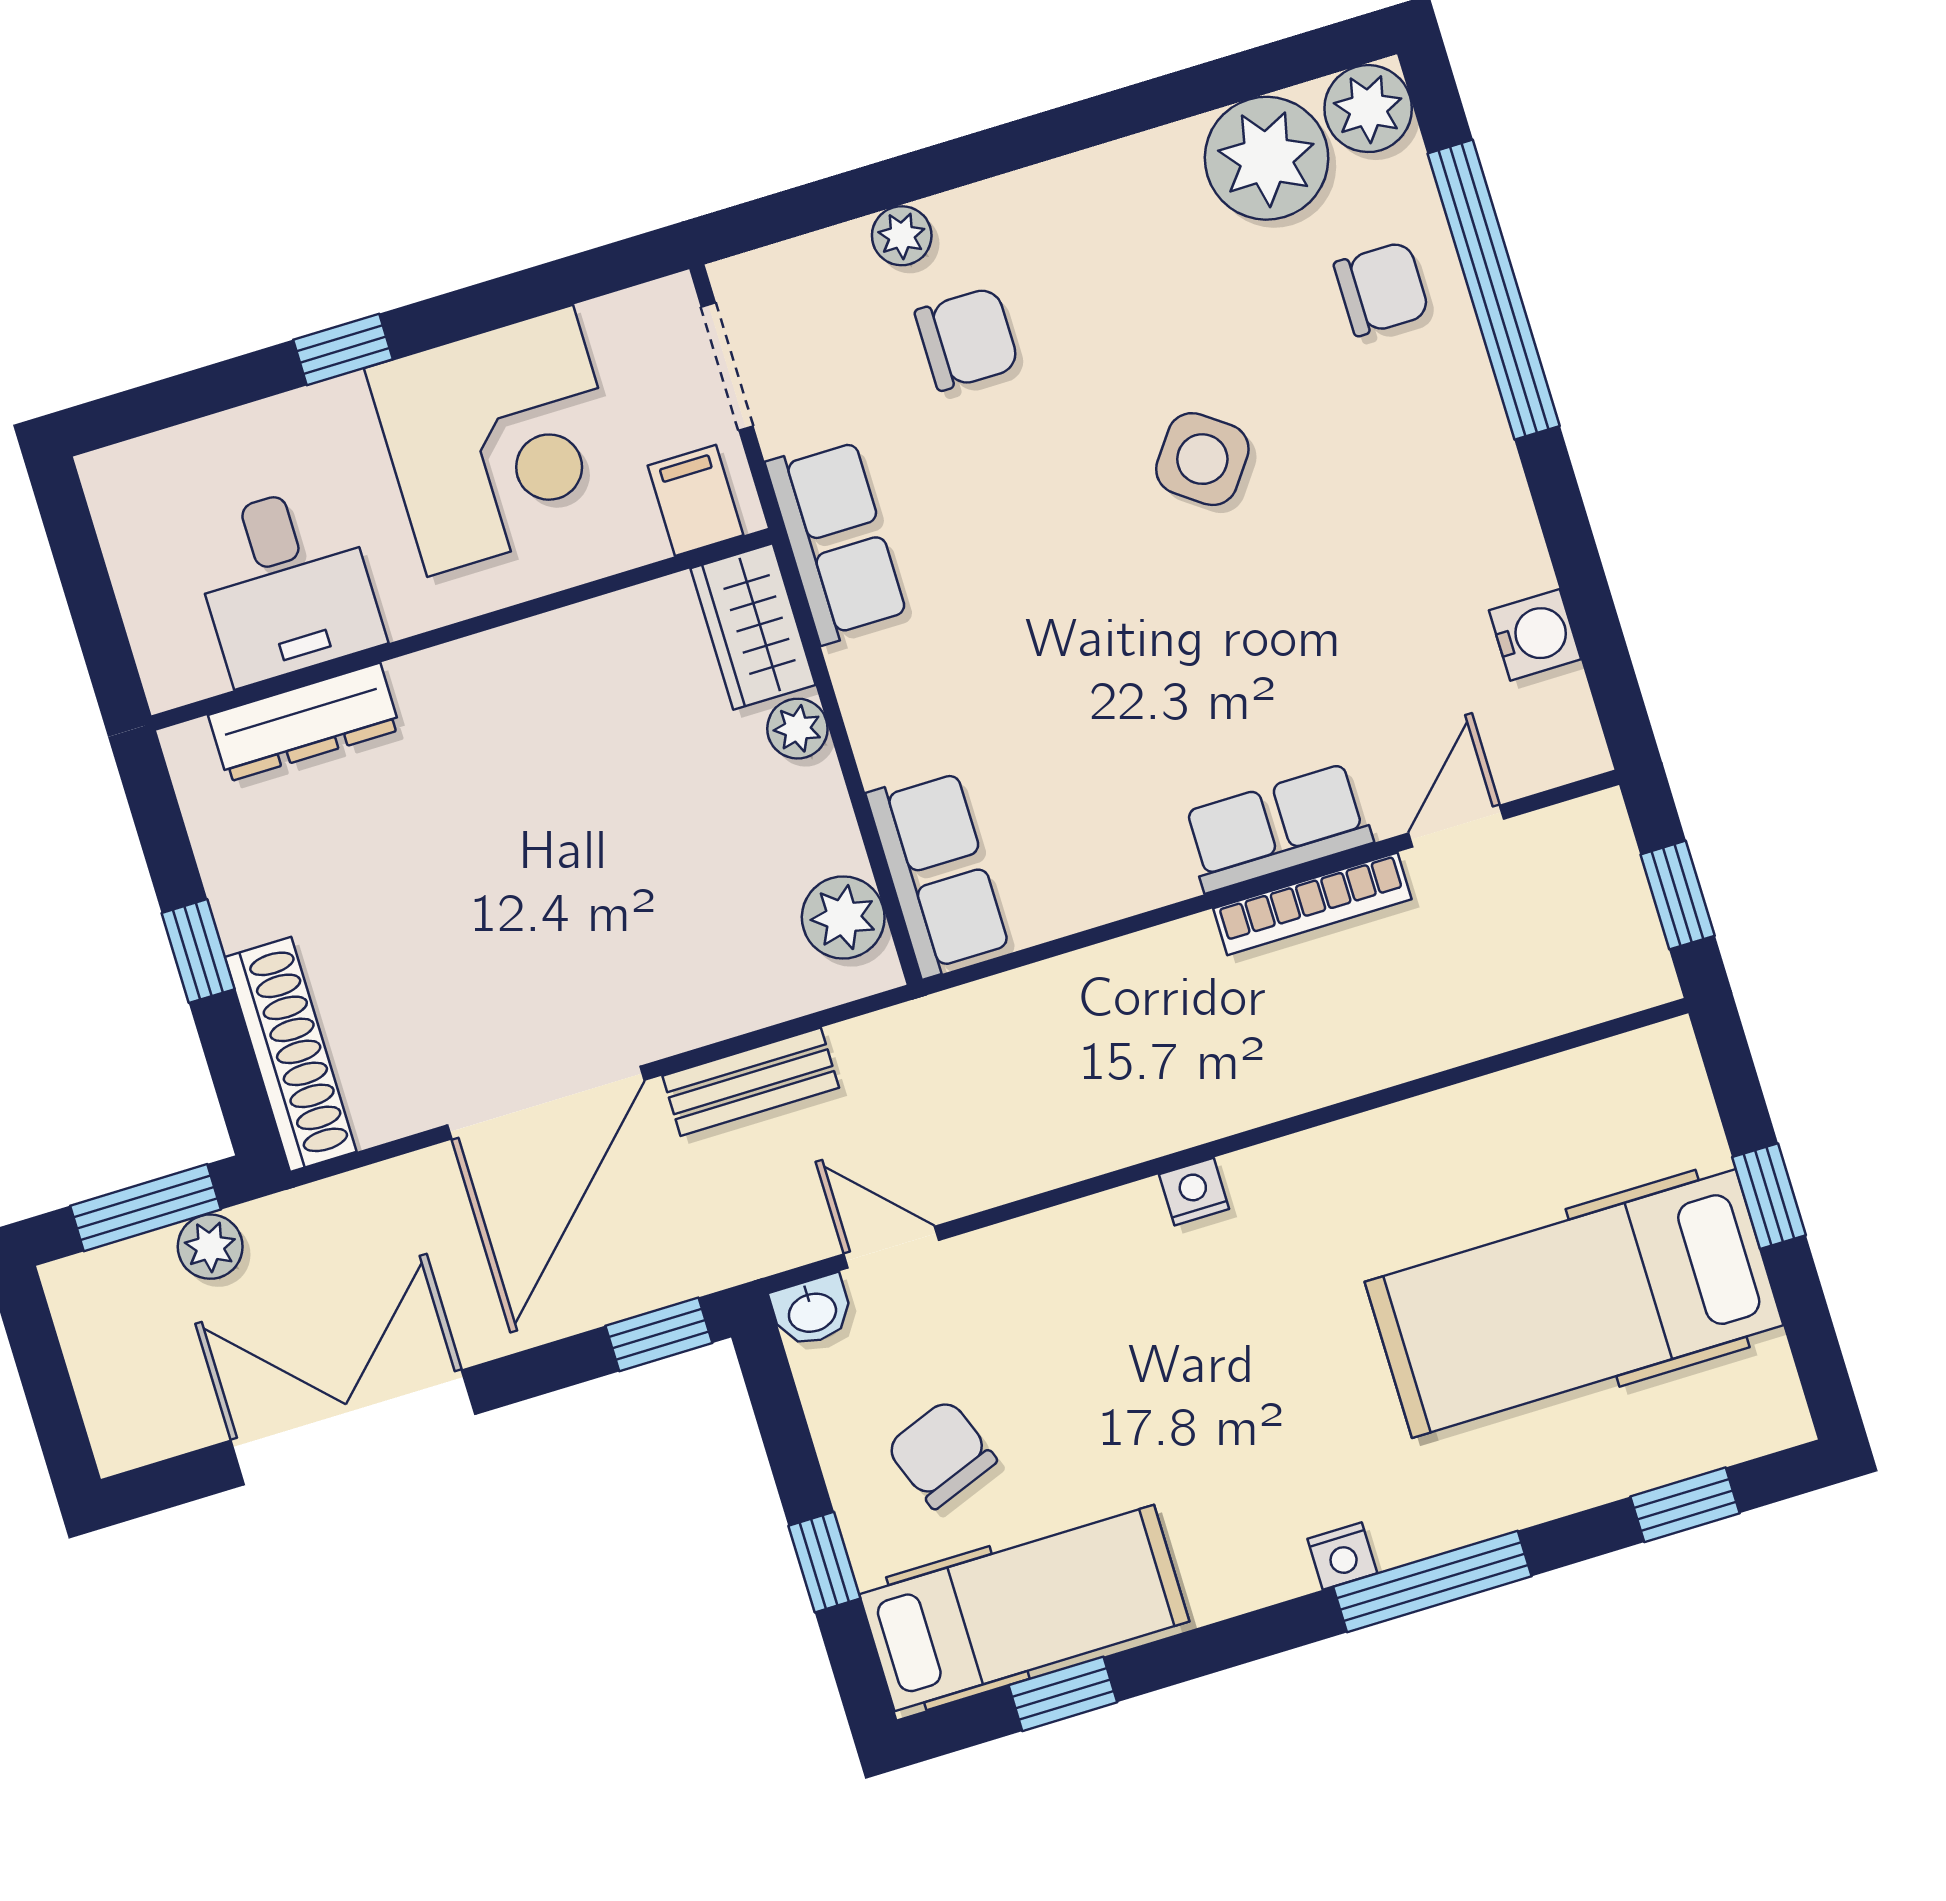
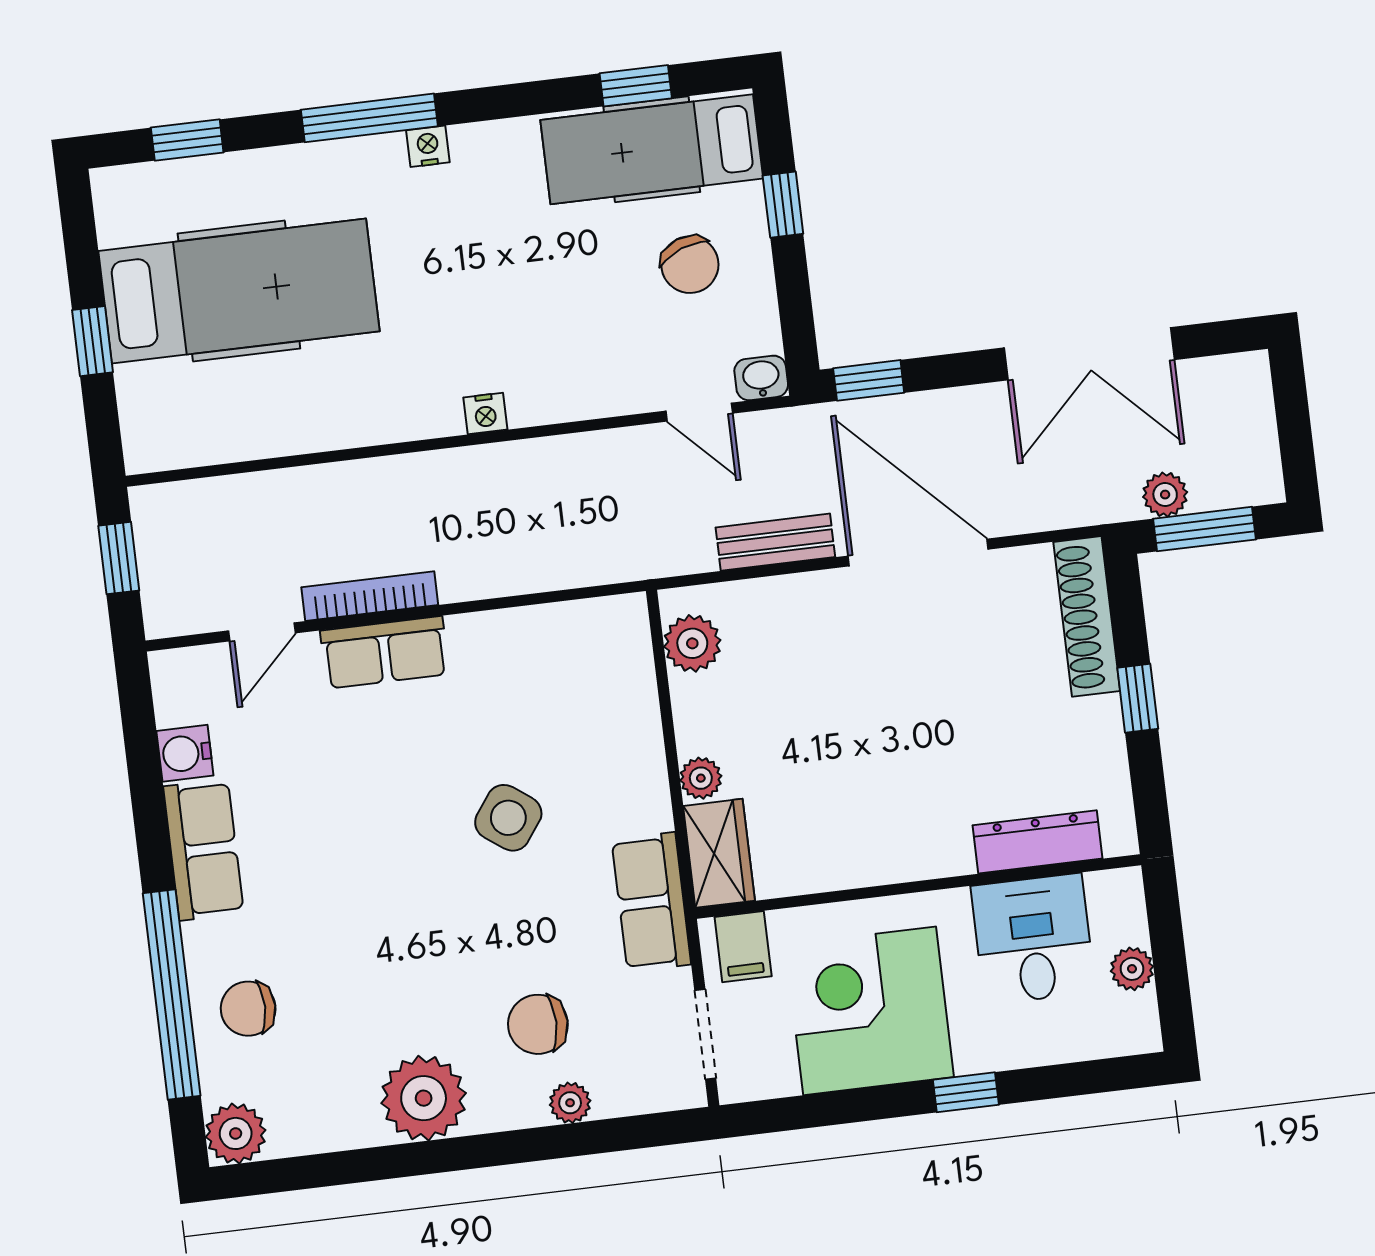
plant: (1267, 158) -> (424, 1098), moved
side table: (1202, 459) -> (508, 818), moved
plant: (139, 566) -> (1132, 969), added
row of seats: (938, 873) -> (204, 850), moved, turned 180
door: (546, 1103) -> (918, 553), hinge flipped

